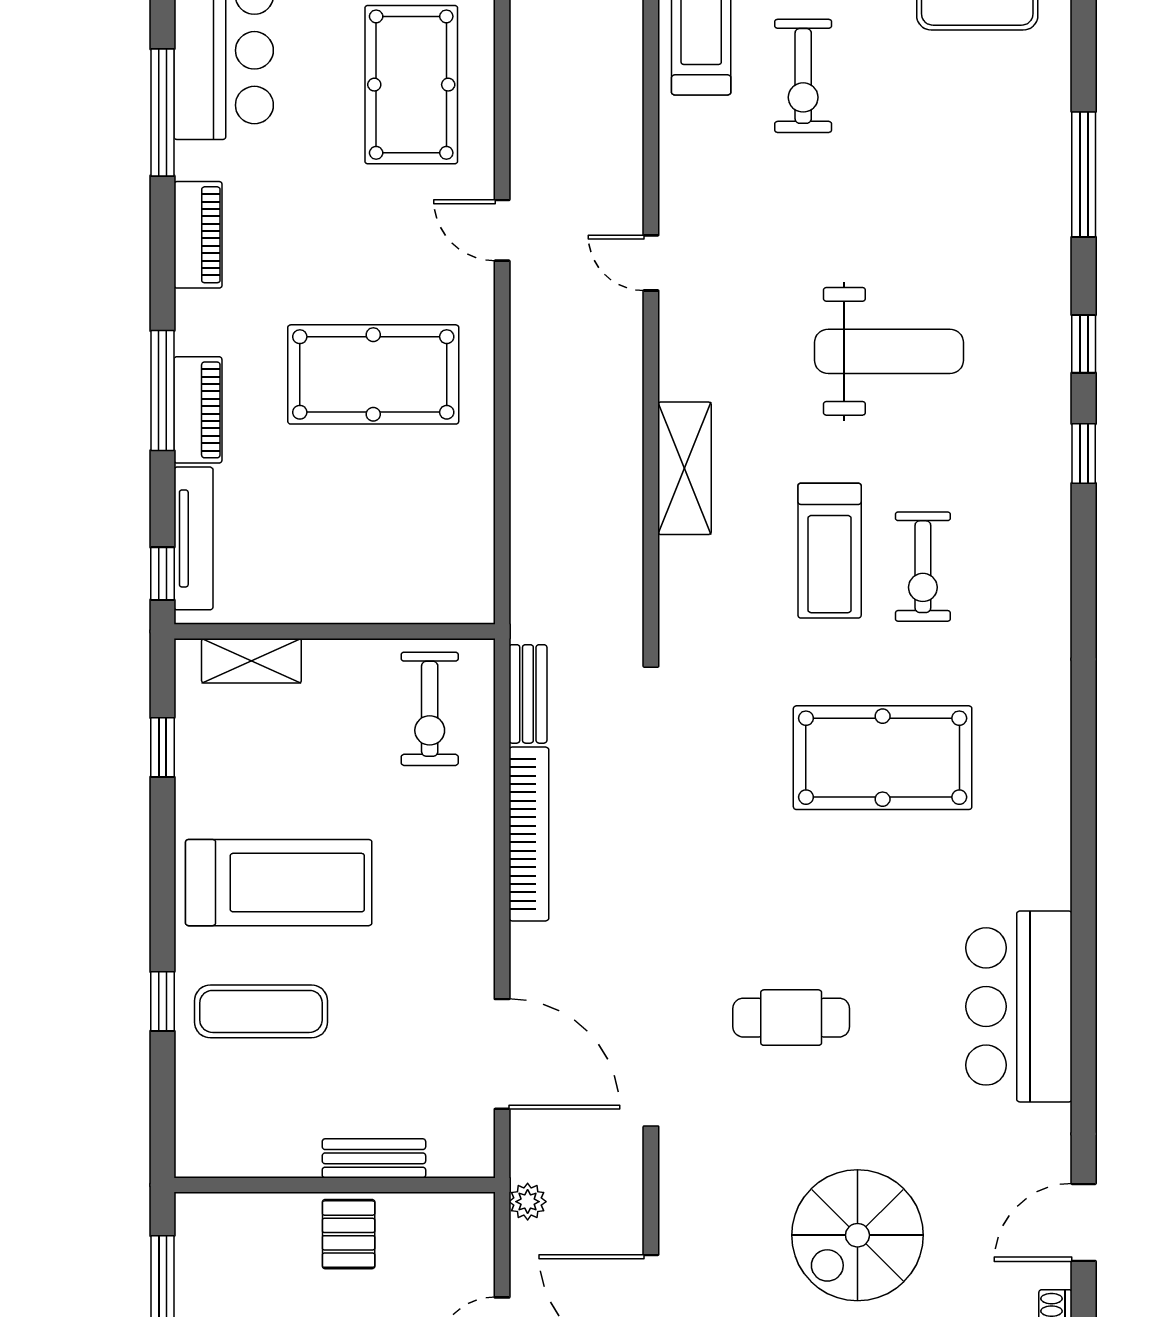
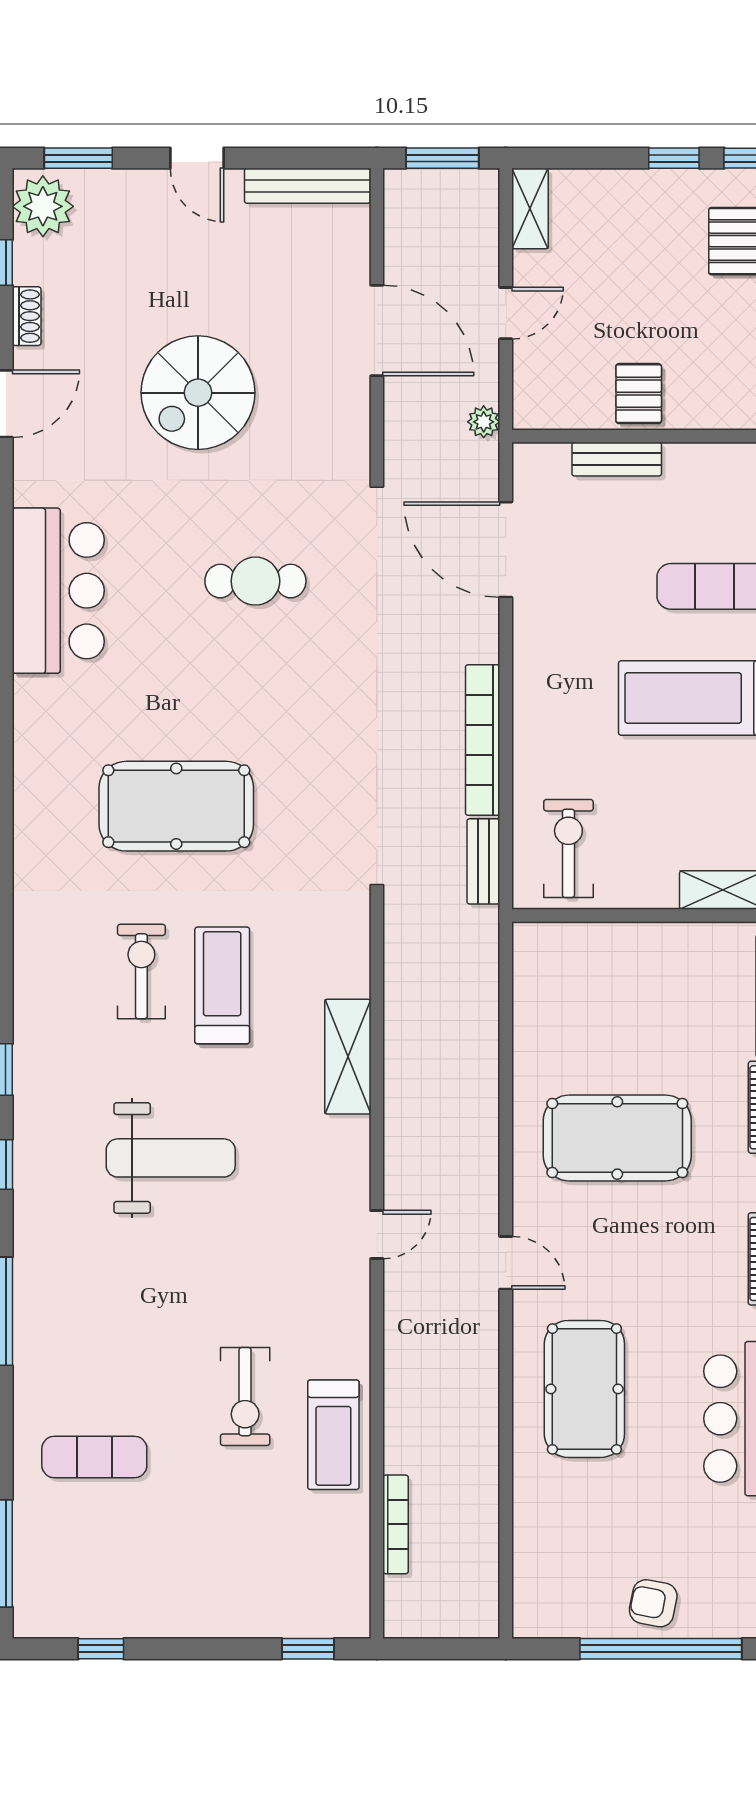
exercise bike: (803, 76) -> (245, 1397), turned 180
door: (651, 263) -> (377, 1235), hinge flipped
weight bench: (889, 351) -> (171, 1158), turned 180
spiral stairs: (857, 1235) -> (198, 393), turned 180

